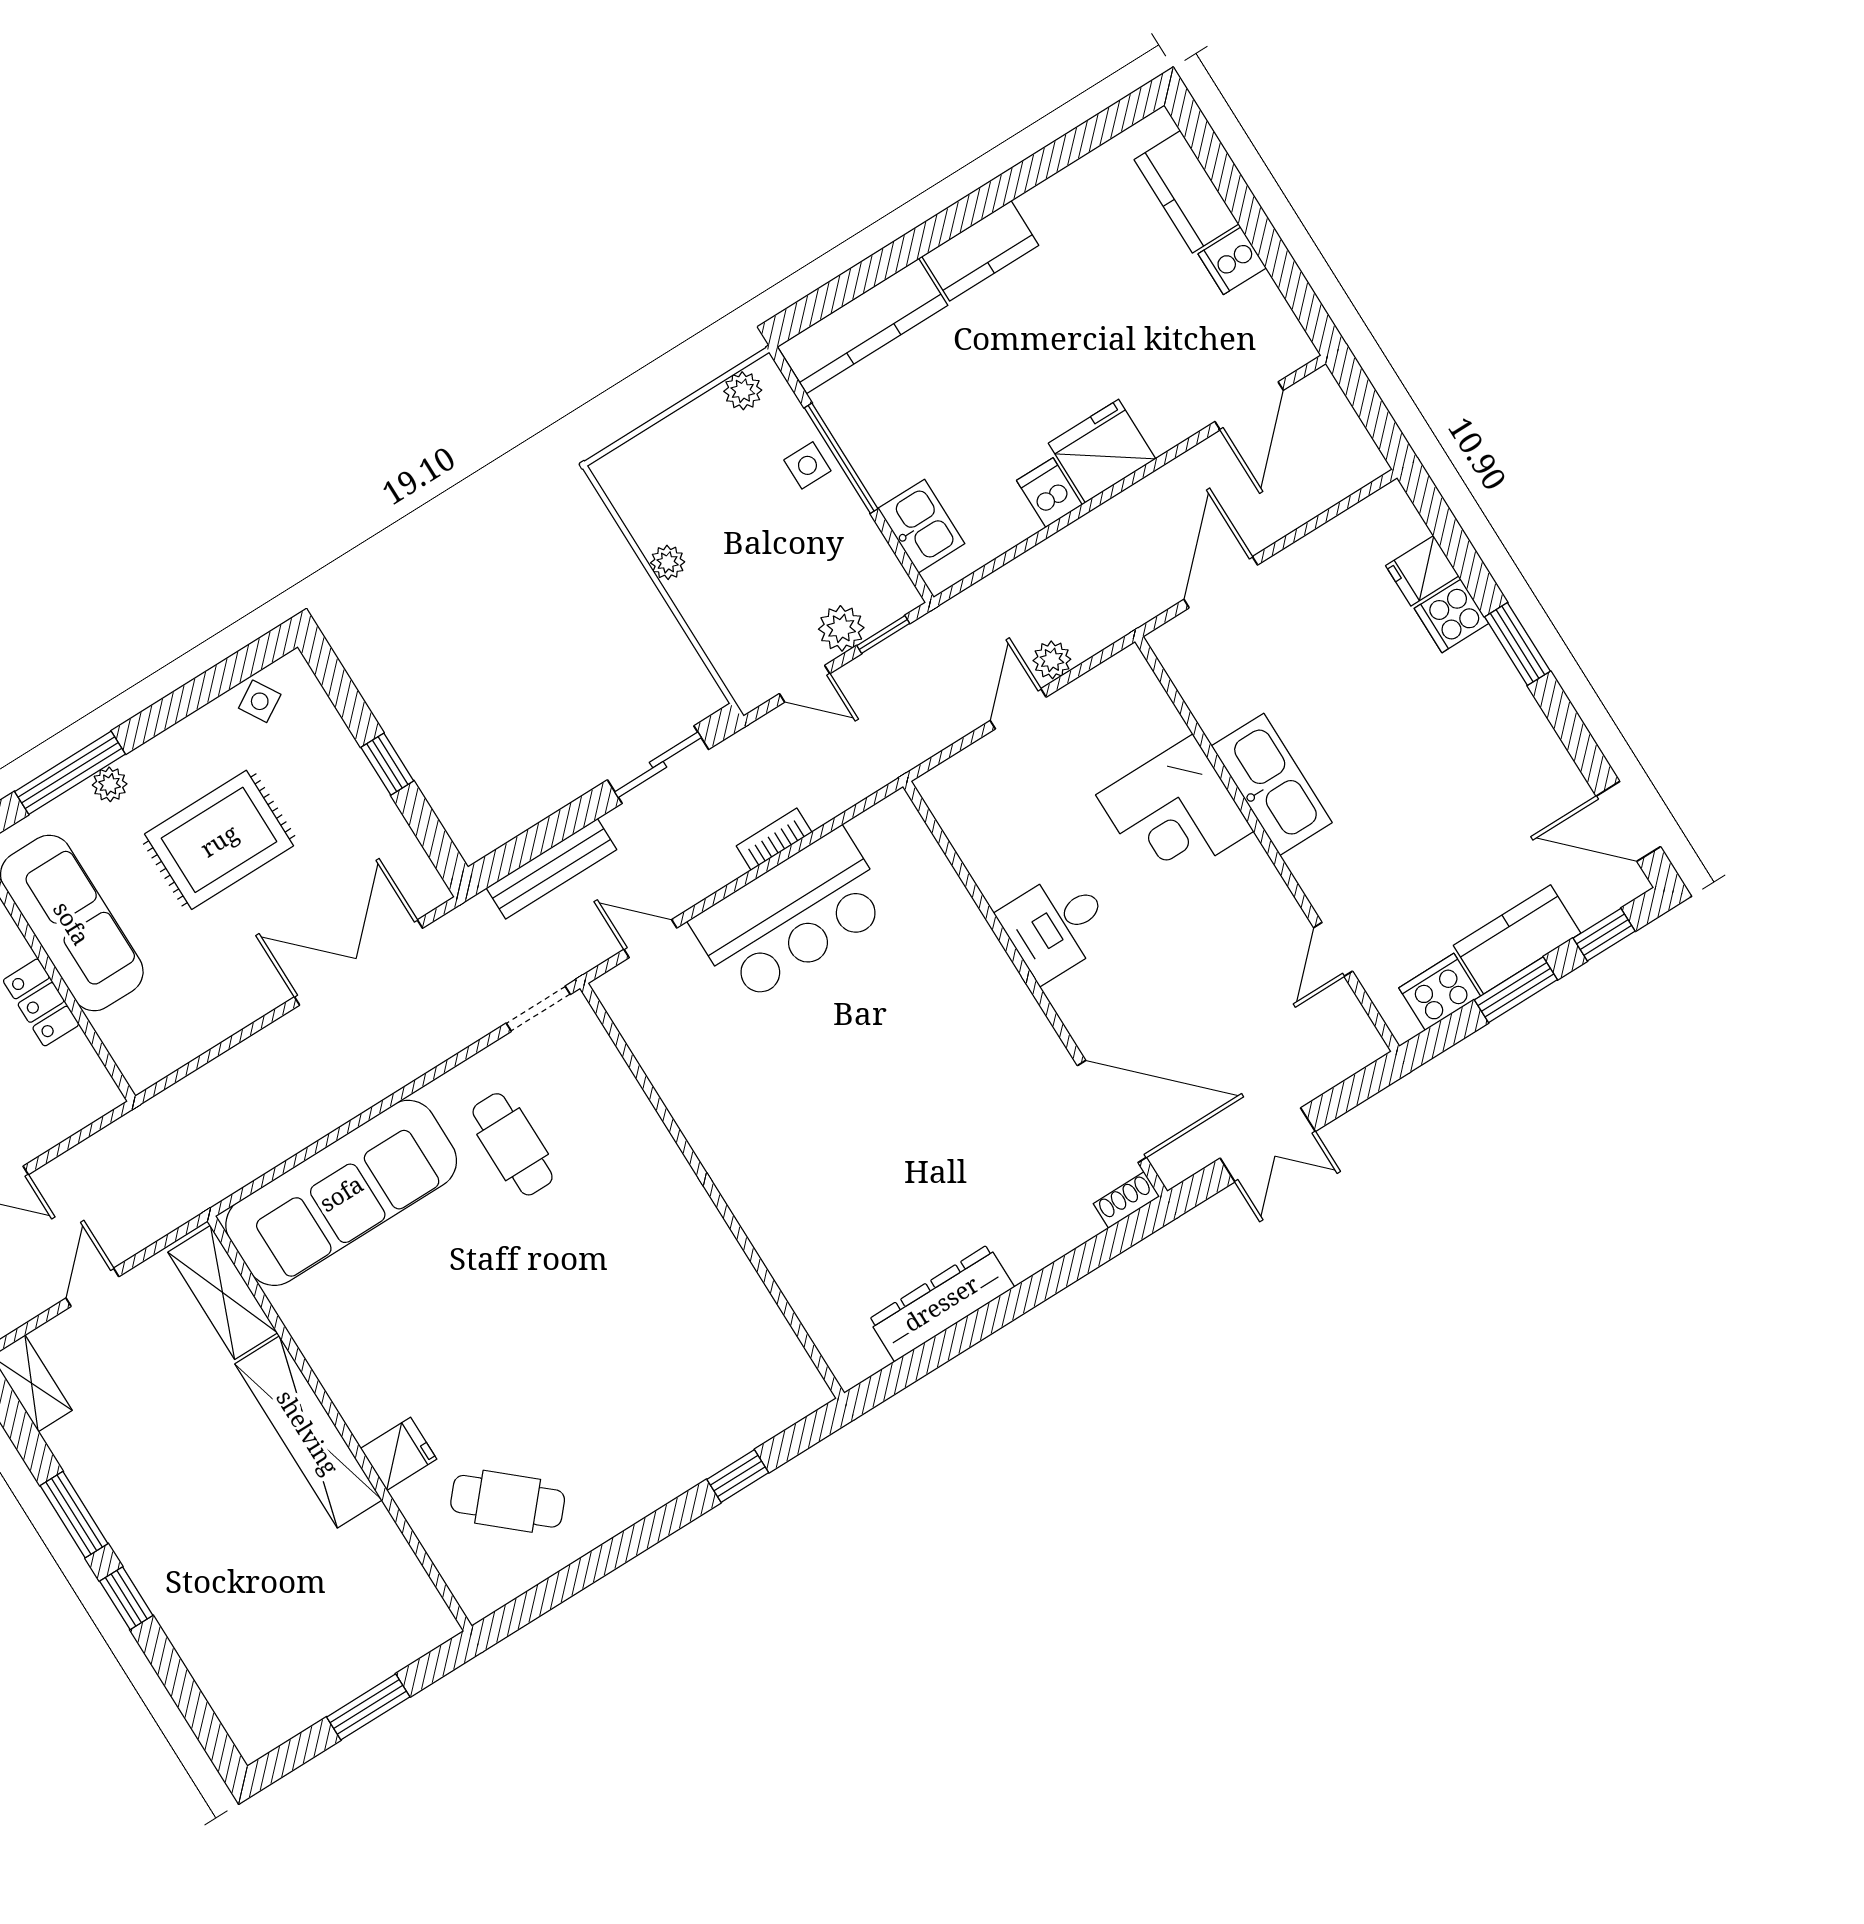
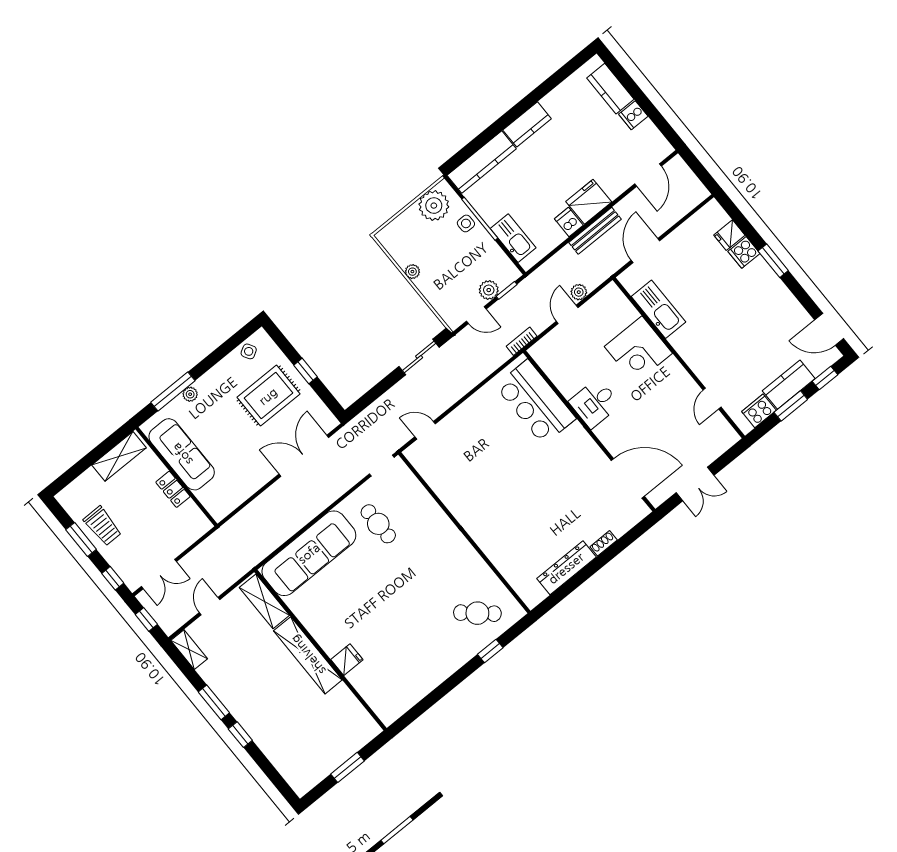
plant: (743, 391) -> (434, 206), width x1.87, depth x1.87
kitchen sink: (921, 526) -> (513, 238), width x1.38
kitchen sink: (1272, 784) -> (658, 309), moved
bookcase: (774, 839) -> (522, 341), moved
rug: (219, 840) -> (268, 396), moved
bench: (551, 869) -> (595, 231), moved
bar counter: (791, 916) -> (535, 402), moved, turned 90
shoe rack: (1126, 1200) -> (604, 543), moved
cafe table: (508, 1501) -> (477, 613), moved

